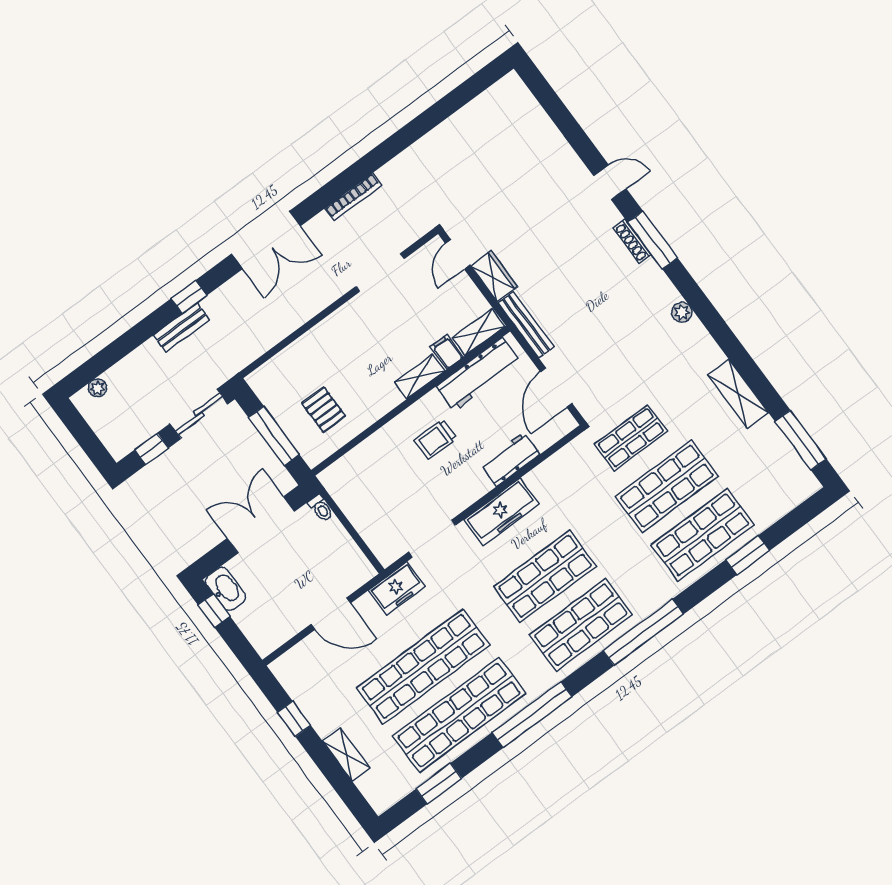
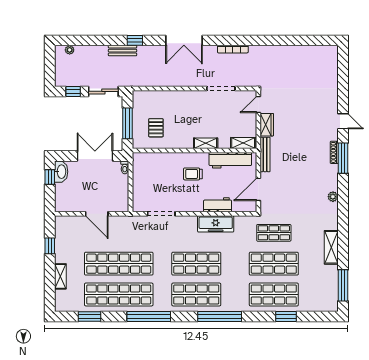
filing cabinet: (447, 352) -> (224, 141), removed
freezer: (502, 512) -> (216, 224), moved
freezer: (397, 588) -> (132, 224), removed

